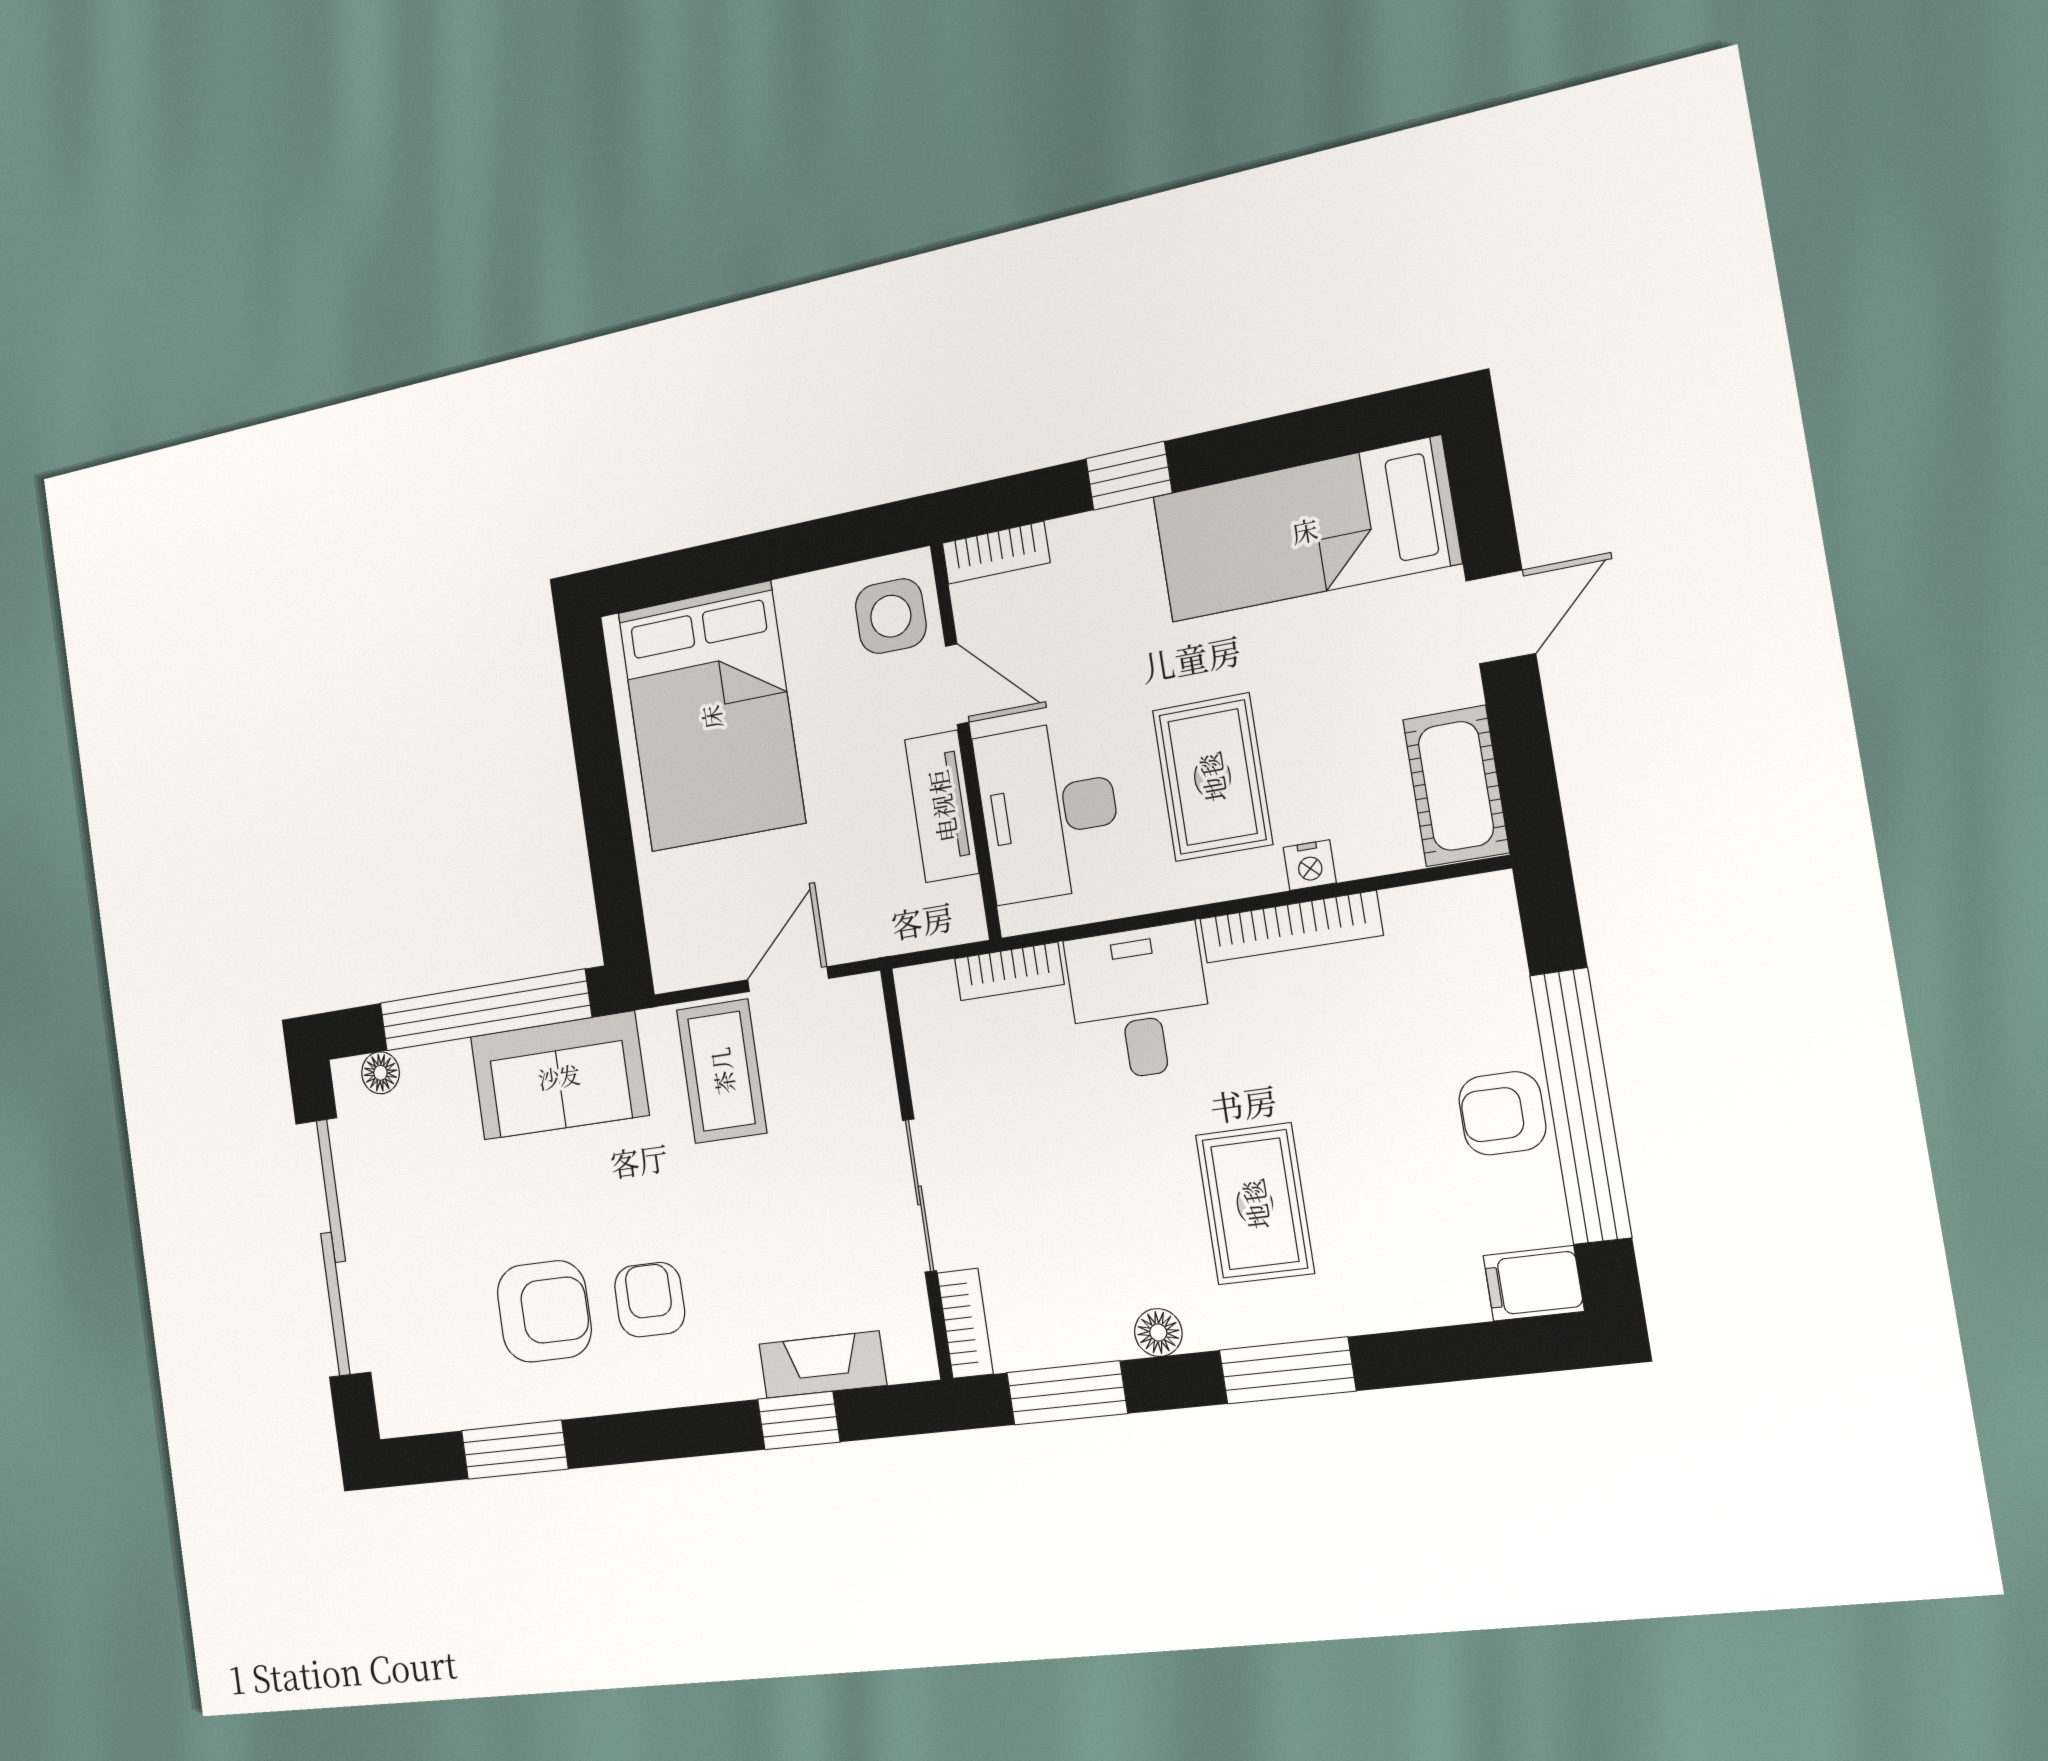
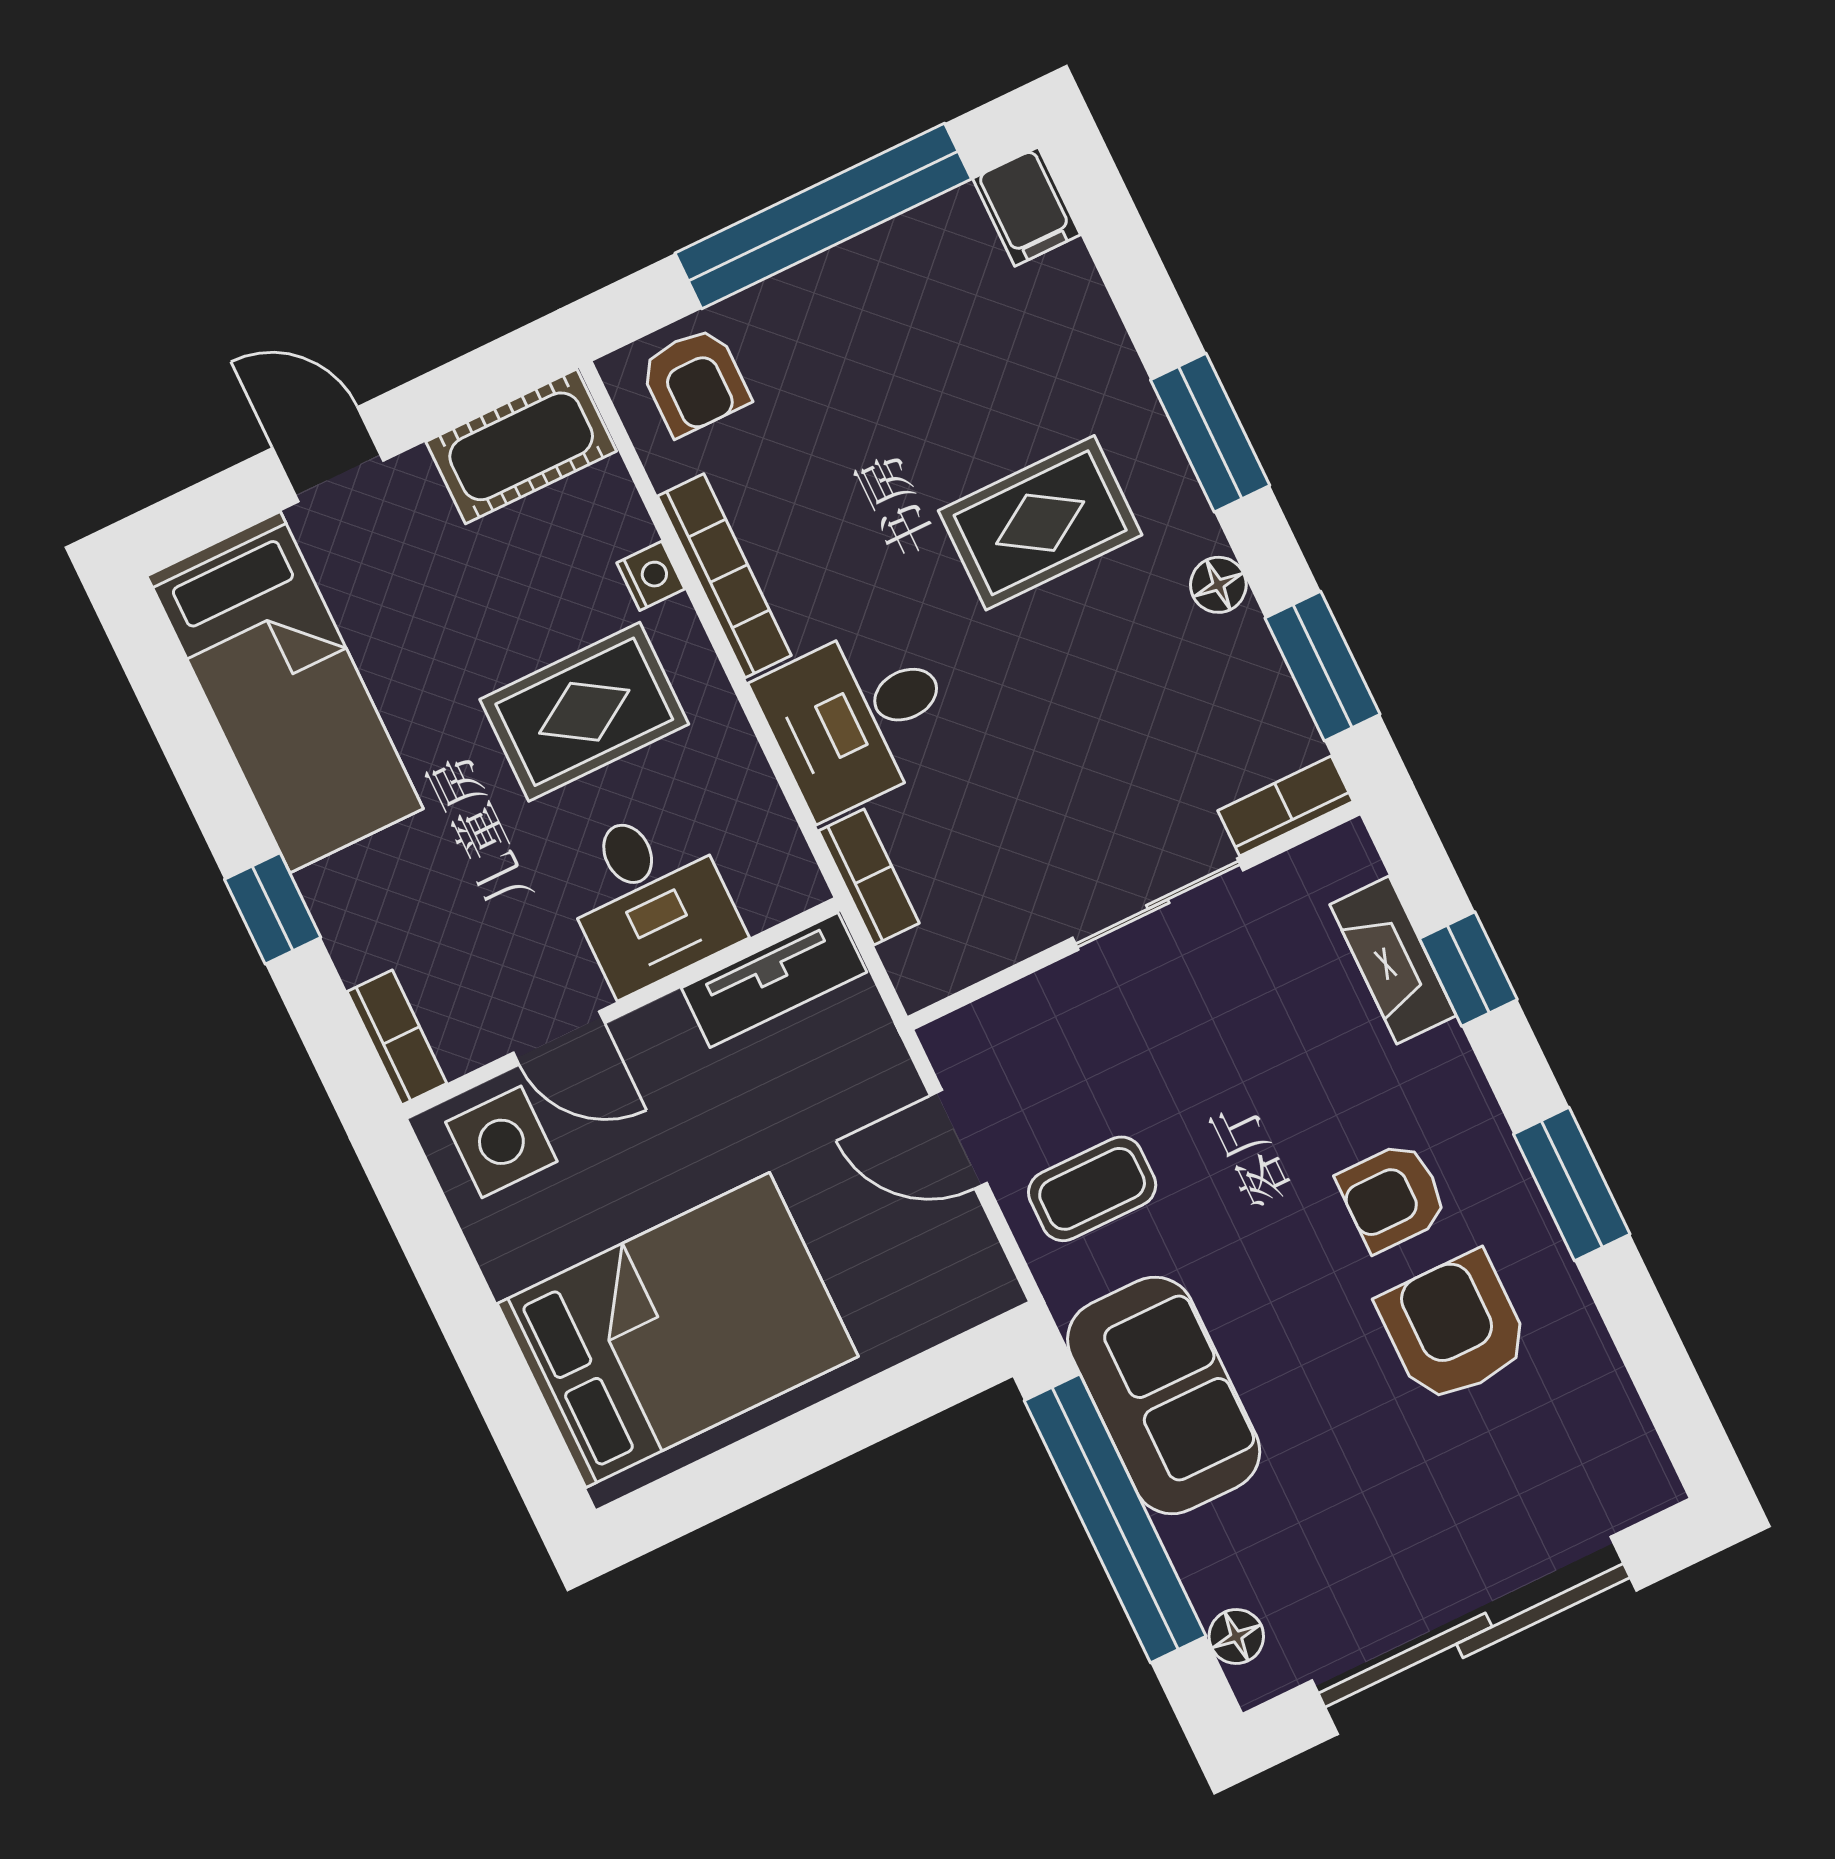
door: (957, 684) -> (559, 1038), swing flipped
tv unit: (942, 806) -> (774, 980), moved
desk: (1049, 811) -> (649, 898), width x0.73
coffee table: (722, 1071) -> (1092, 1189), width x0.73, depth x0.77
armchair: (1502, 1113) -> (695, 381), moved
window: (515, 1450) -> (1572, 1184), moved

